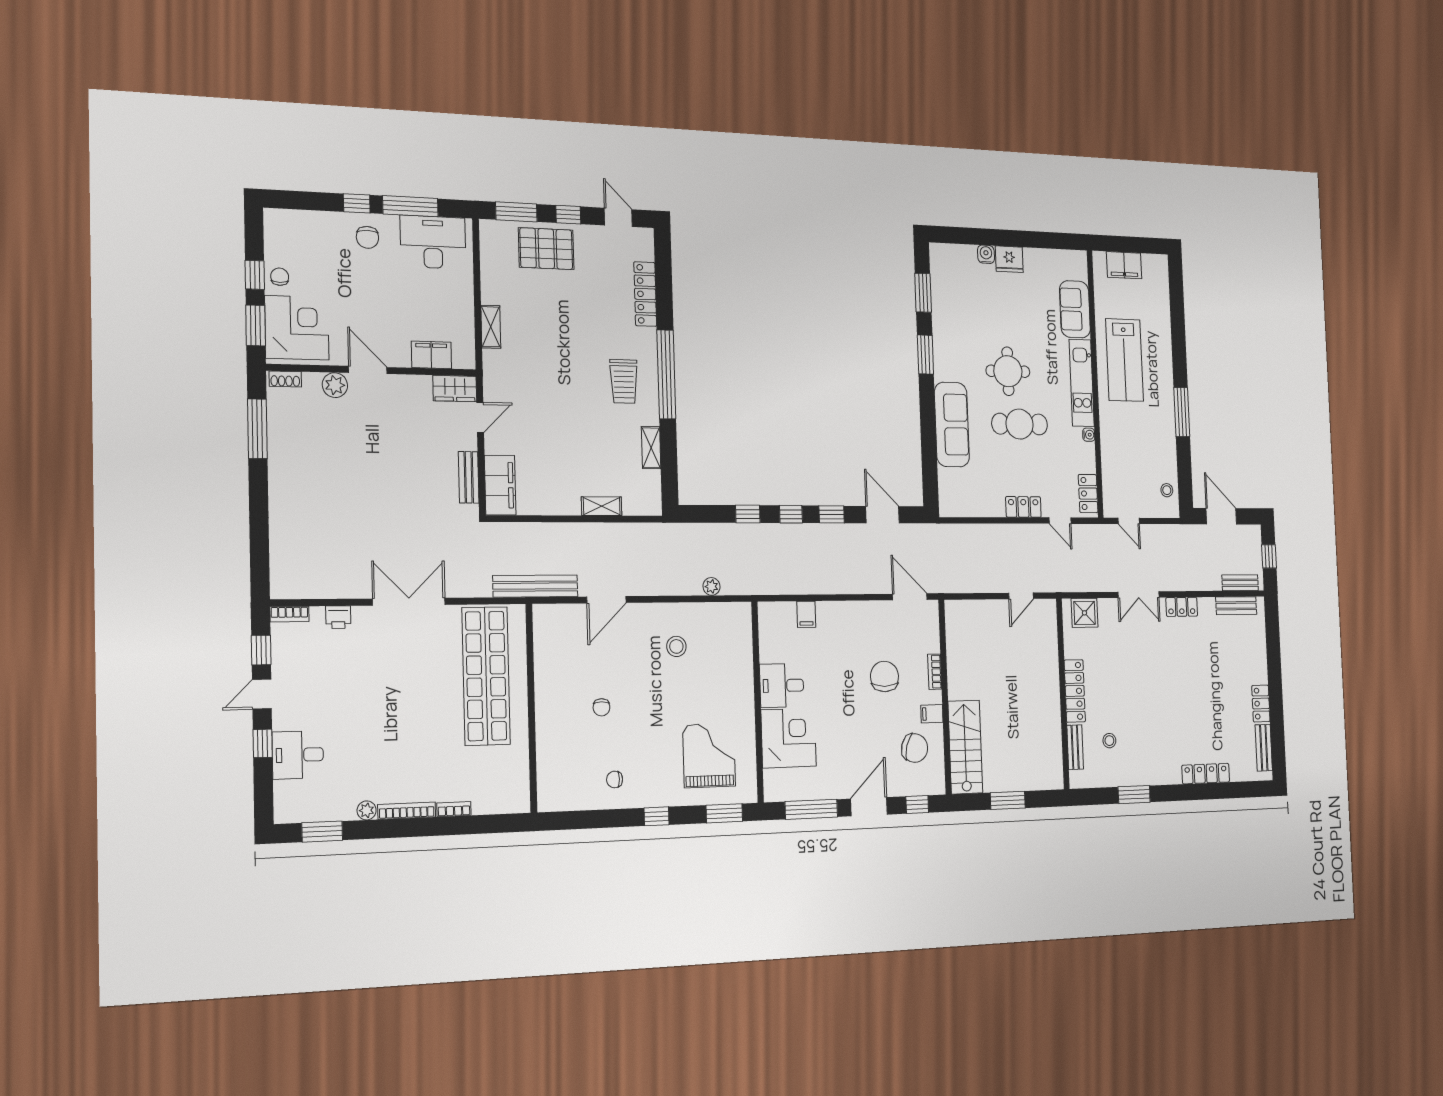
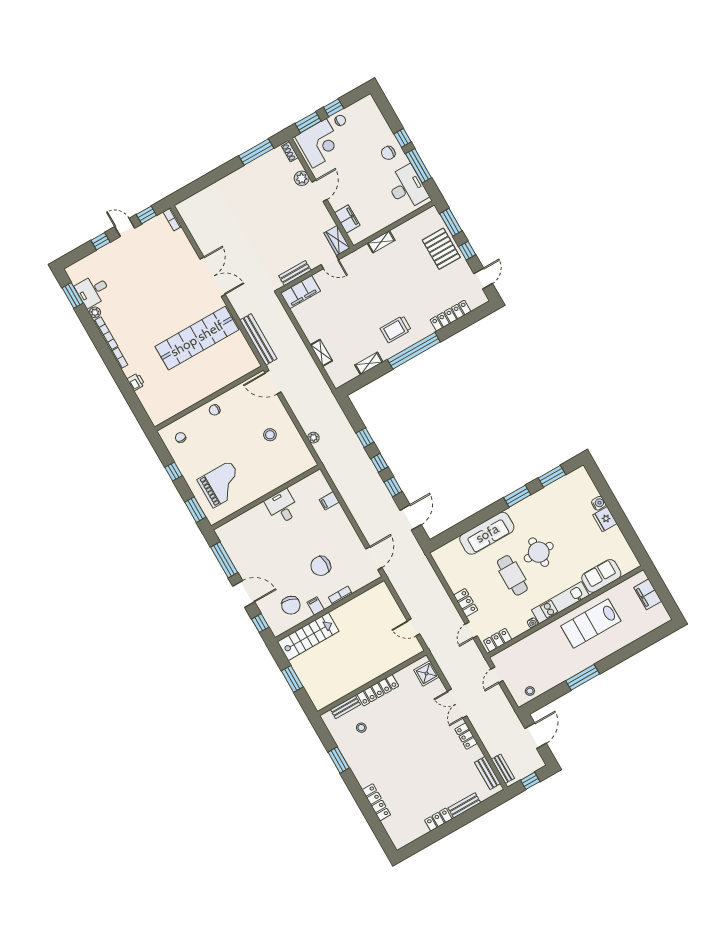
printer: (338, 617) -> (136, 382), moved, turned 180
chair: (885, 676) -> (321, 566), turned 180
wall: (531, 708) -> (209, 399), moved
corner desk: (789, 738) -> (256, 526), removed
bench: (1264, 748) -> (464, 805), moved
desk: (298, 755) -> (93, 291), moved, turned -90

